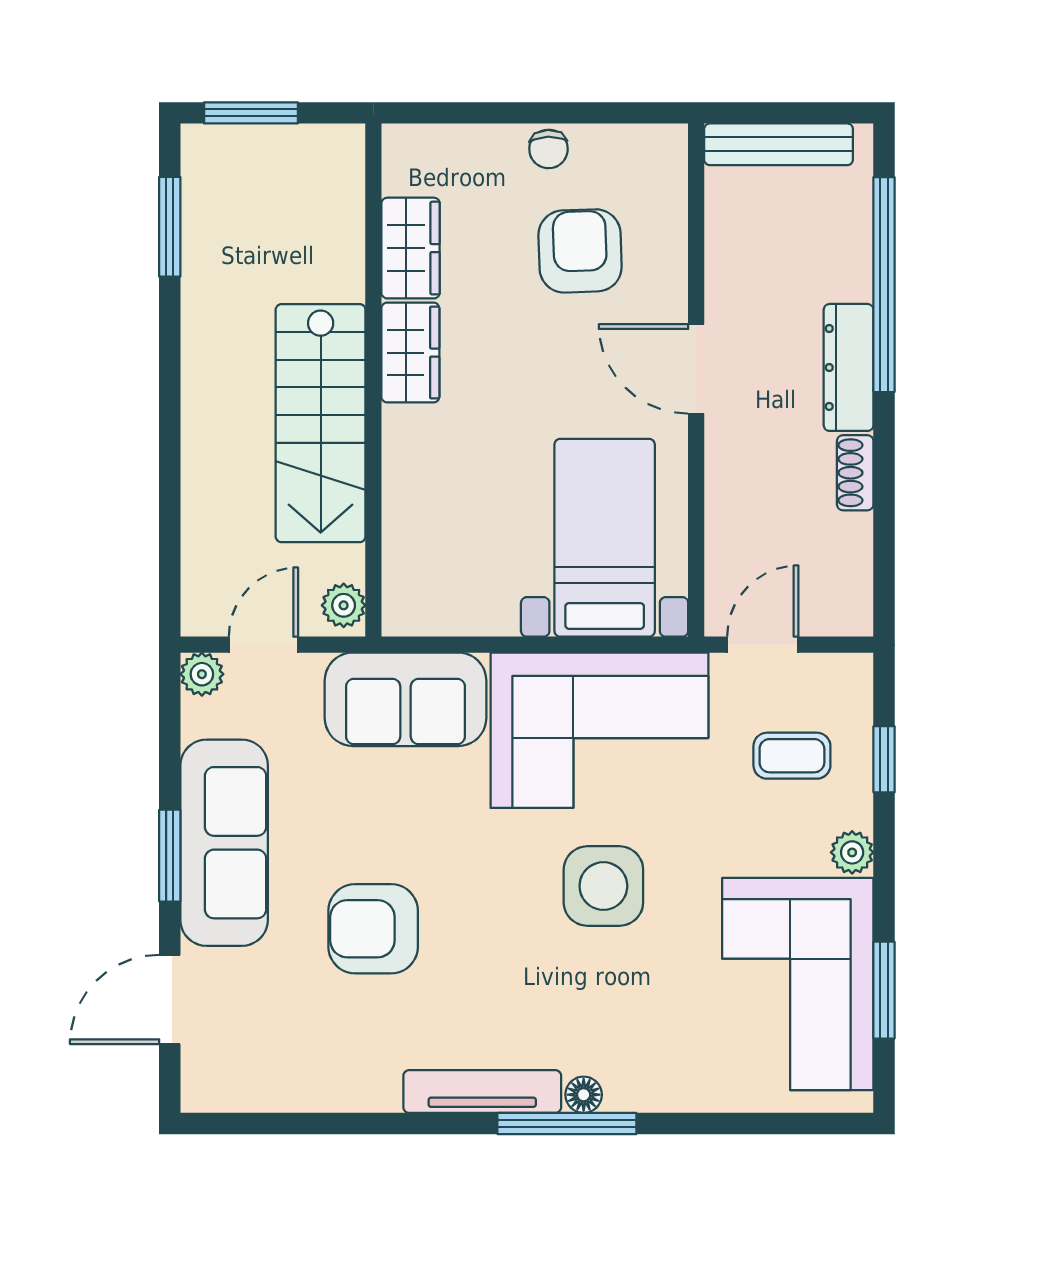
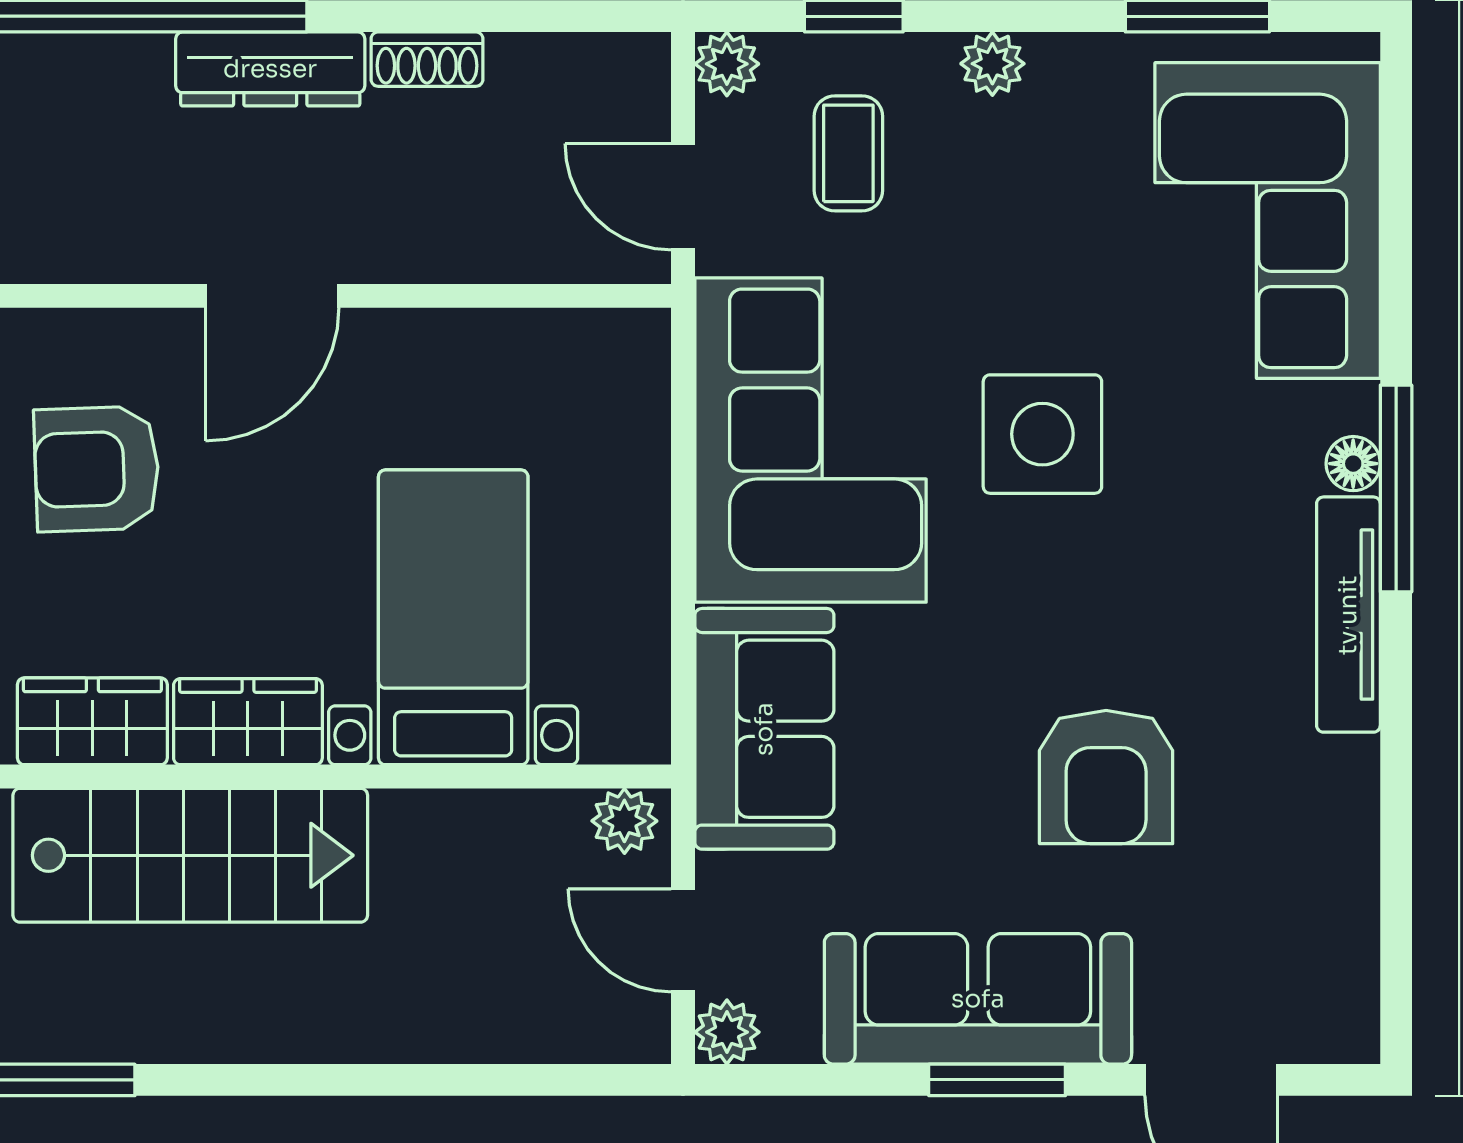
stairs: (321, 423) -> (190, 855), moved
bed with nightstands: (605, 538) -> (453, 617), moved, turned 90
plant: (852, 674) -> (727, 64), added
corner sofa: (798, 984) -> (1268, 221), moved, turned 90

